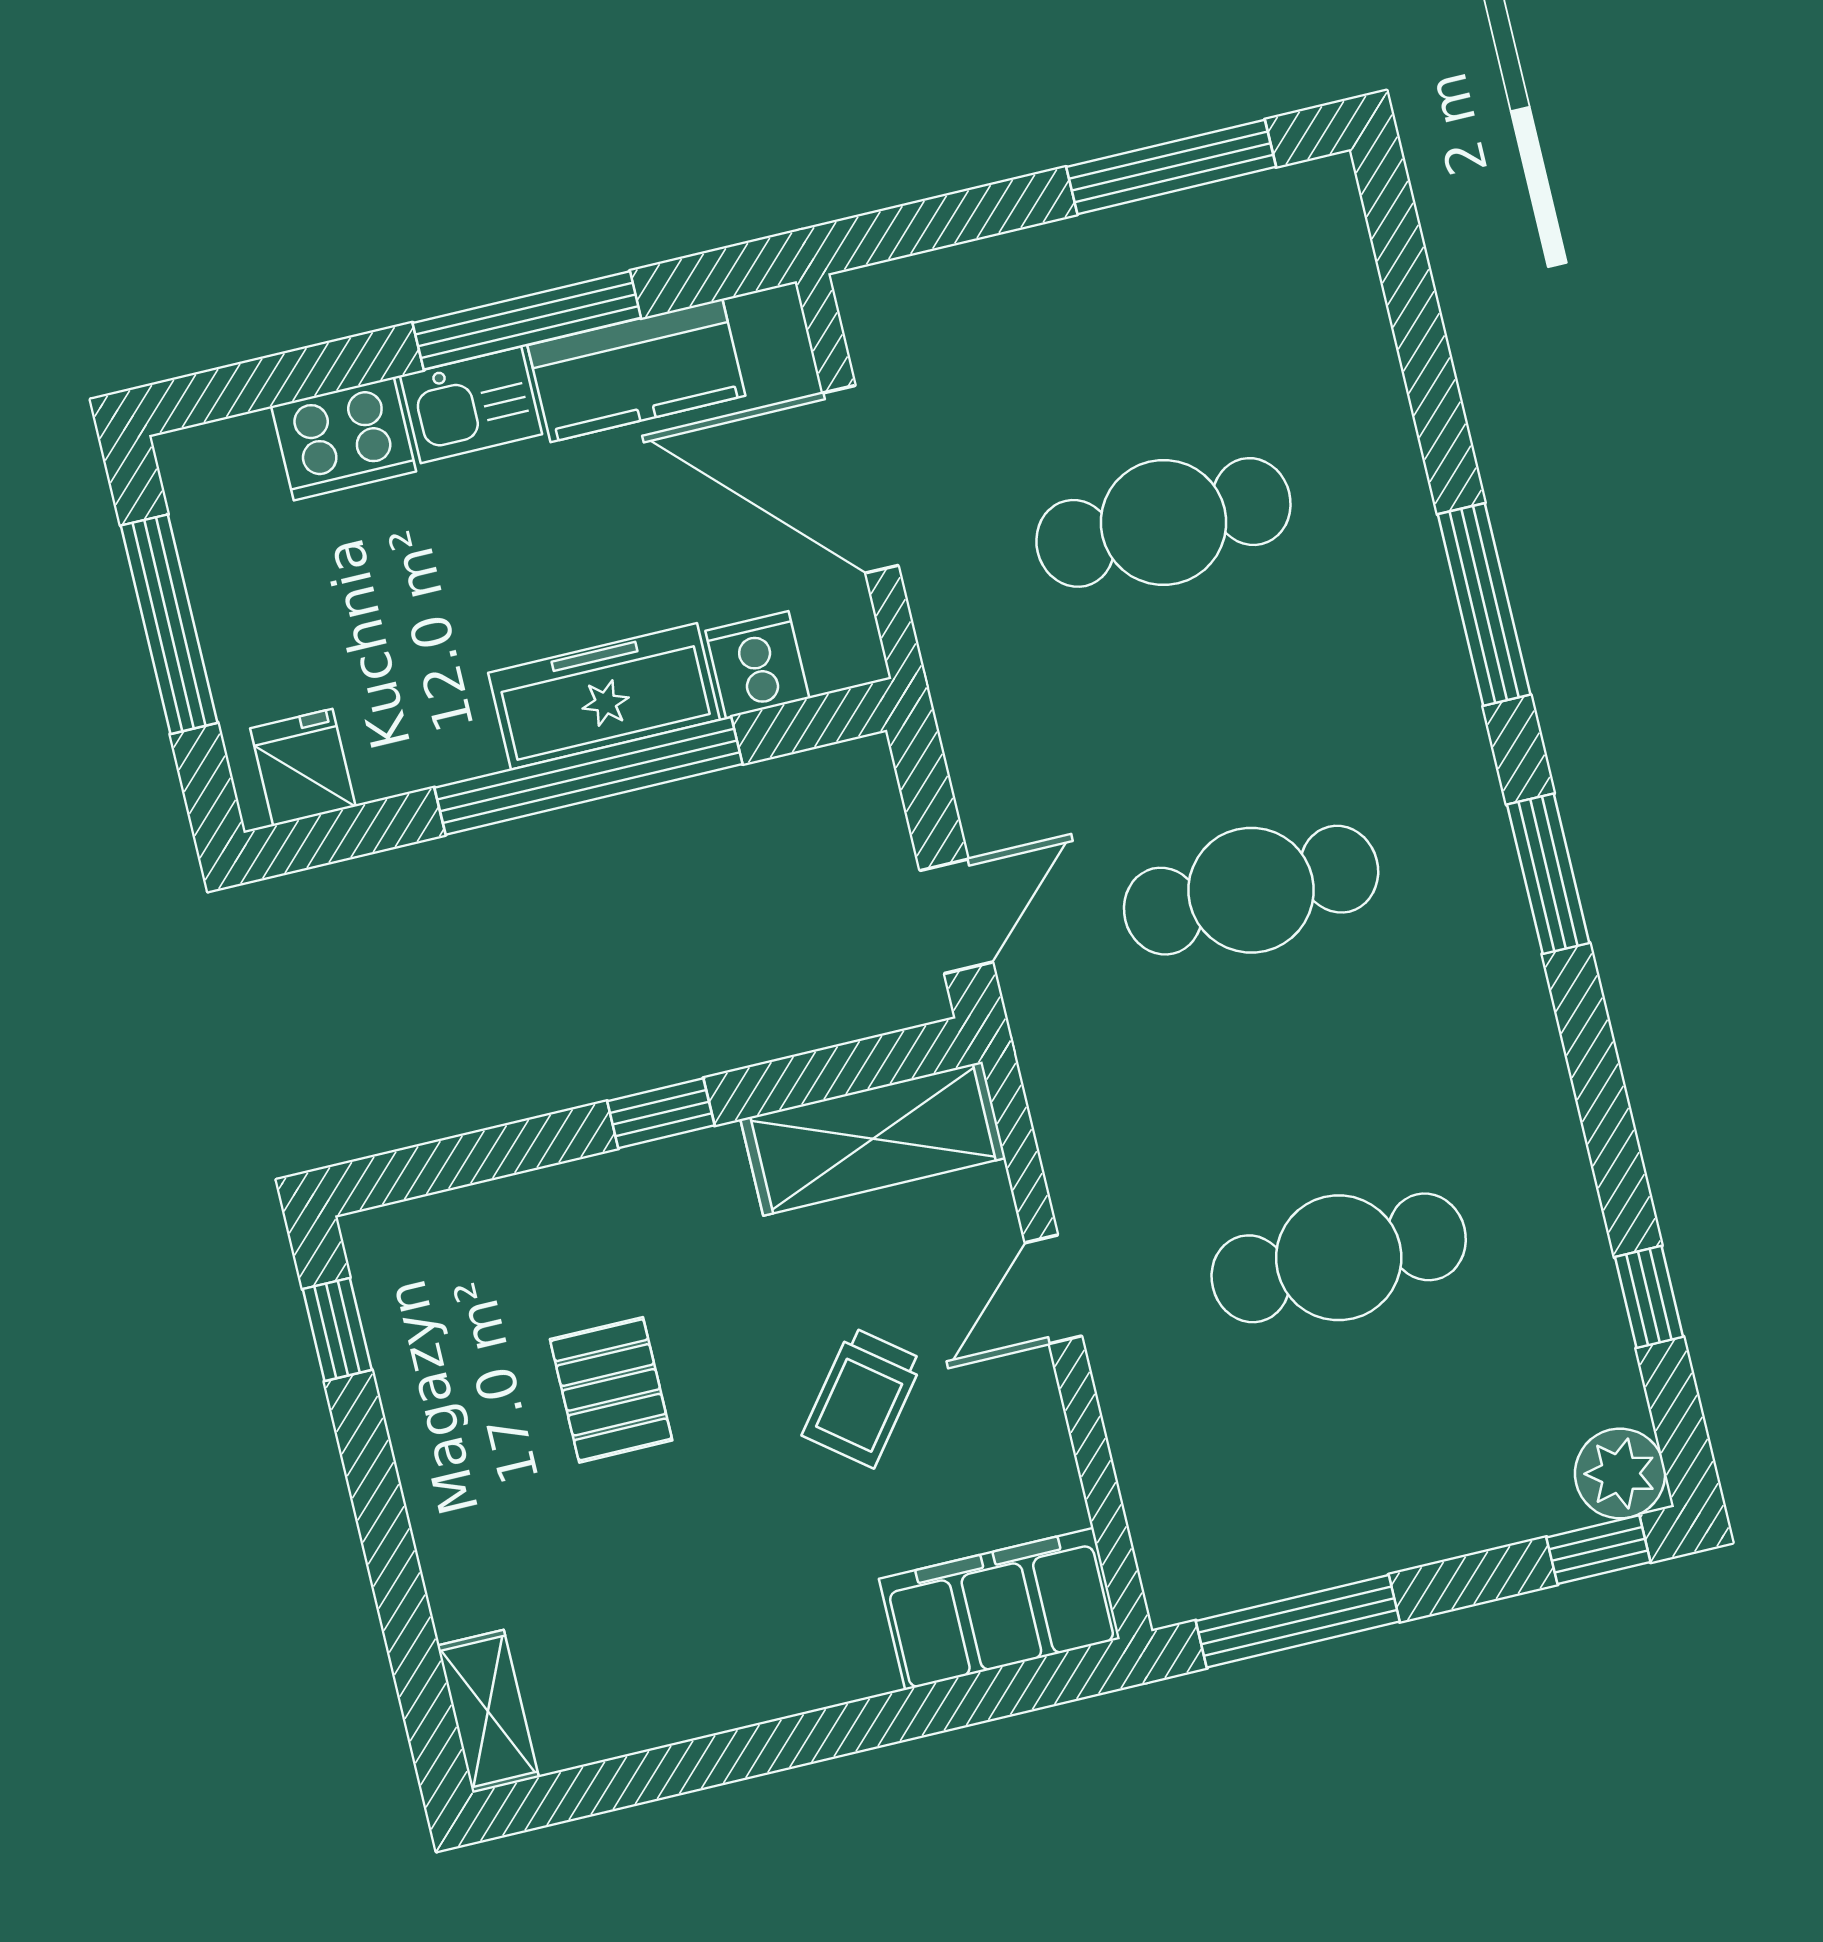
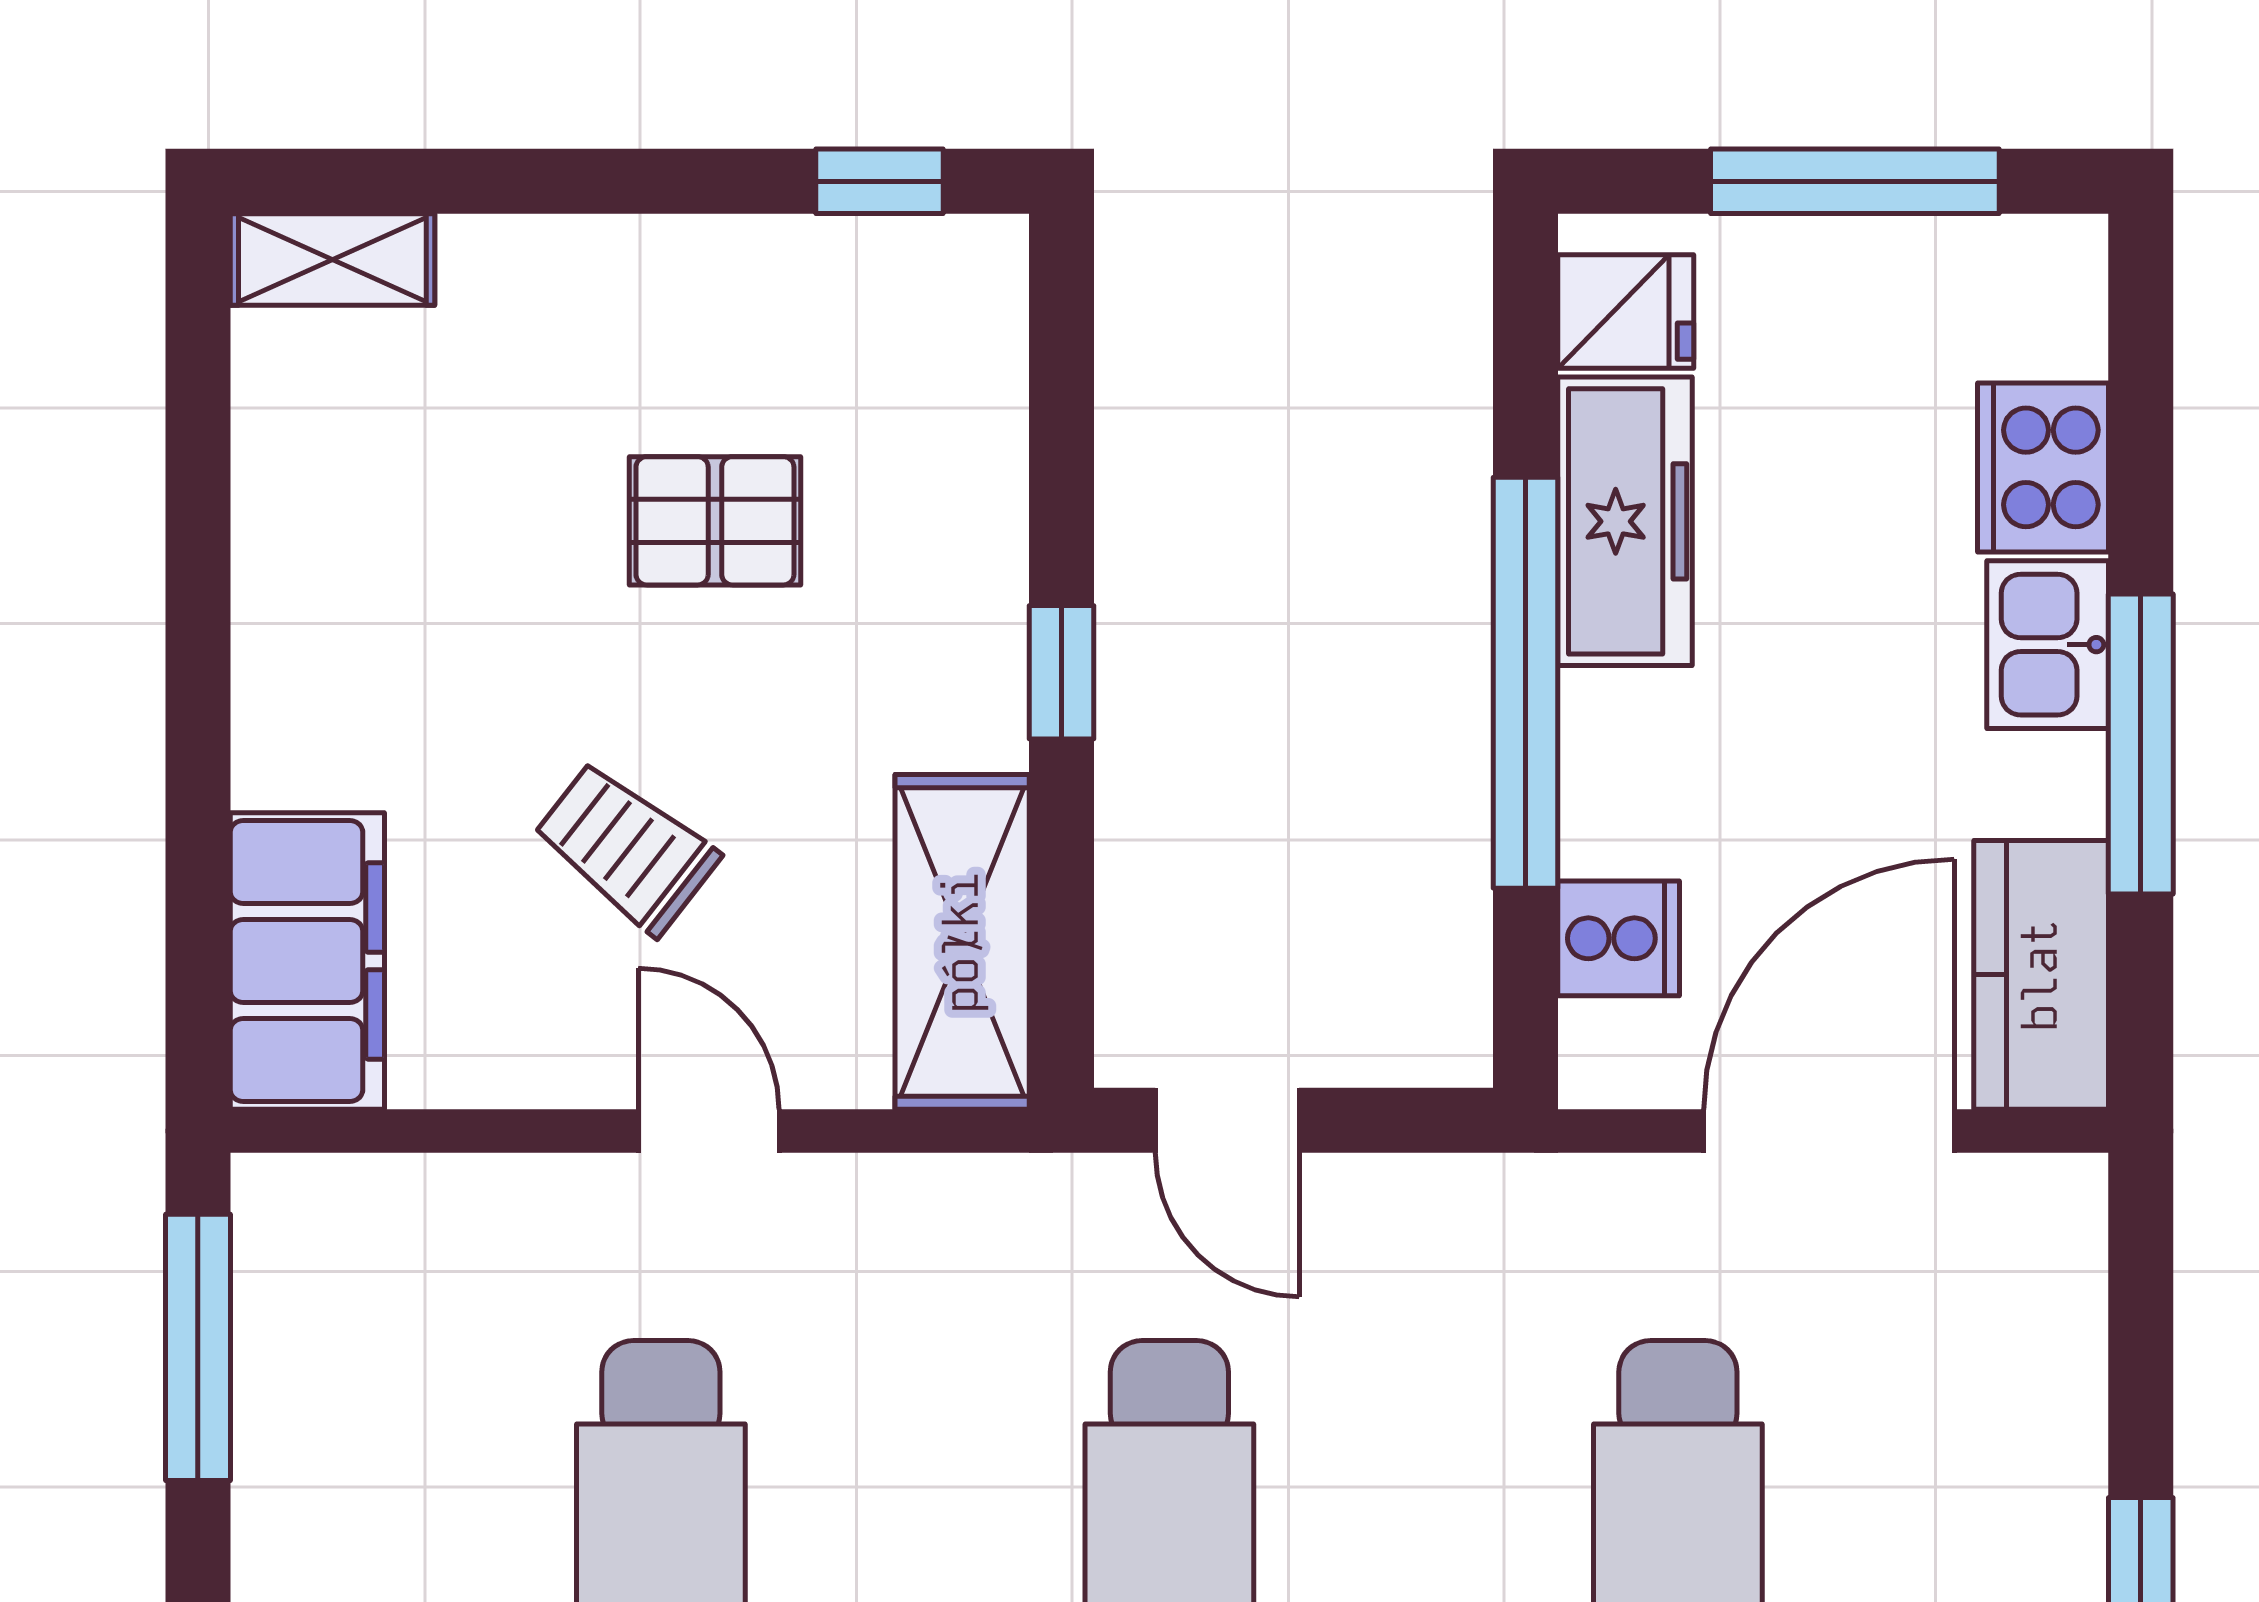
kitchen counter: (636, 370) -> (2041, 975), moved
freezer: (604, 696) -> (1625, 521), moved

